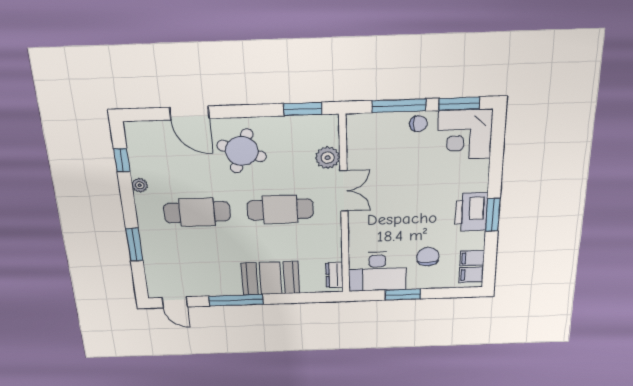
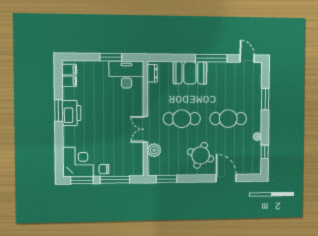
chair: (428, 257) -> (96, 84), removed

